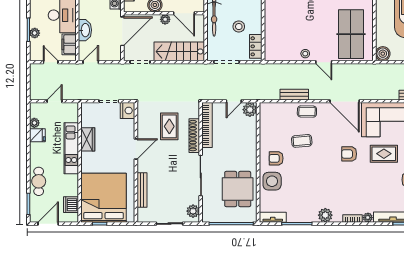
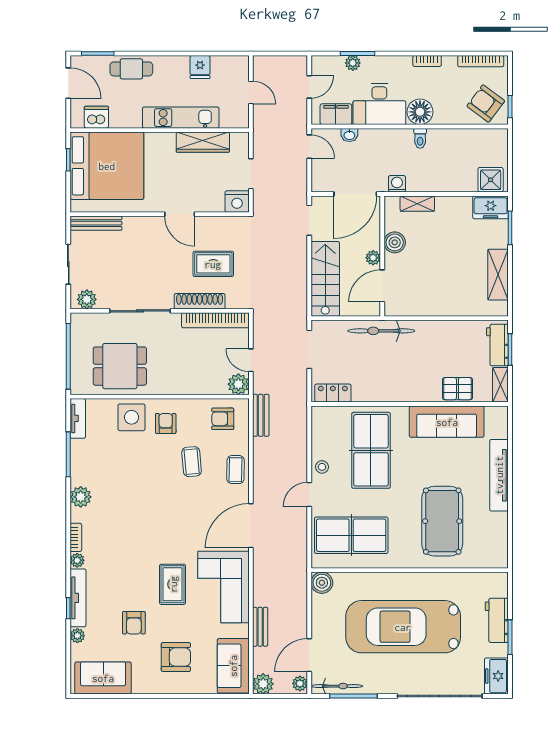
table tennis table: (294, 21) -> (371, 450), added
stool: (239, 27) -> (362, 368), removed
washbasin: (85, 30) -> (349, 135), width x0.52, depth x0.69
door: (122, 31) -> (355, 194), hinge flipped
bench: (294, 95) -> (261, 415), moved
plant: (34, 123) -> (219, 63), removed
wardrobe: (88, 139) -> (203, 142), width x1.50
armchair: (349, 154) -> (223, 419), moved, turned -90
bench: (142, 190) -> (96, 223), moved

